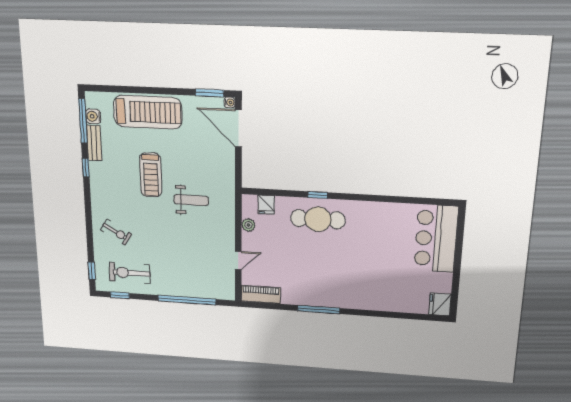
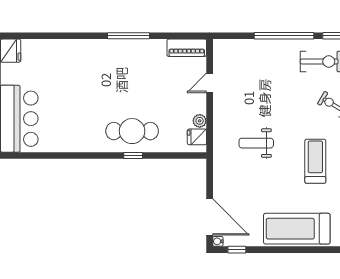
window: (210, 93) -> (237, 250), width x0.67
treadmill: (151, 175) -> (315, 161), moved
fridge: (266, 205) -> (197, 137), moved, turned -90
window: (187, 300) -> (284, 36), moved

